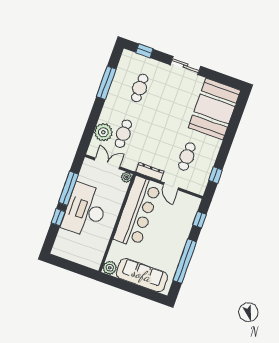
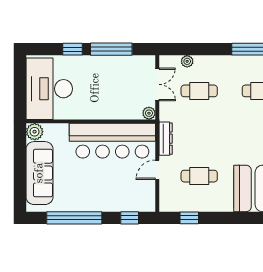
plant: (103, 132) -> (187, 61), width x0.53, depth x0.53
desk: (85, 210) -> (49, 89), moved, turned -90

